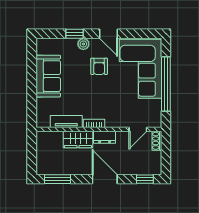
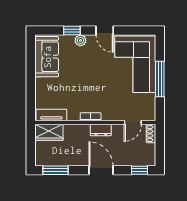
armchair: (99, 66) -> (96, 62), removed
sofa: (48, 76) -> (47, 57), moved
window: (166, 84) -> (160, 79), width x0.68
tv unit: (66, 122) -> (51, 115), moved
wardrobe: (78, 140) -> (49, 132), moved

